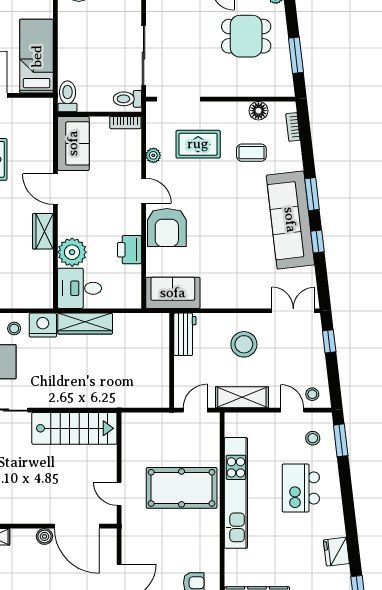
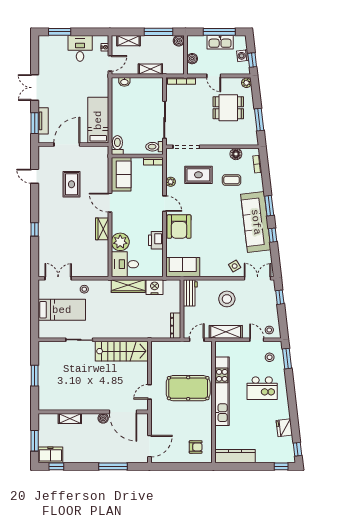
side table: (256, 291) -> (235, 266), added
nightstand: (43, 325) -> (155, 287), moved
dresser: (161, 387) -> (176, 326), added
kitchen island: (301, 488) -> (262, 388), turned -90
door: (119, 494) -> (149, 392), hinge flipped

